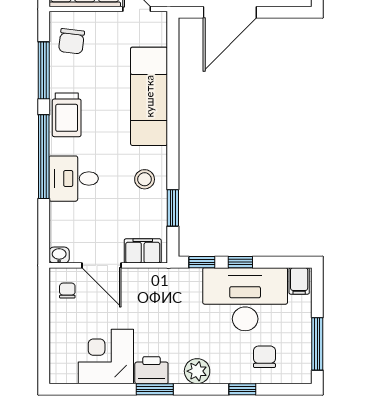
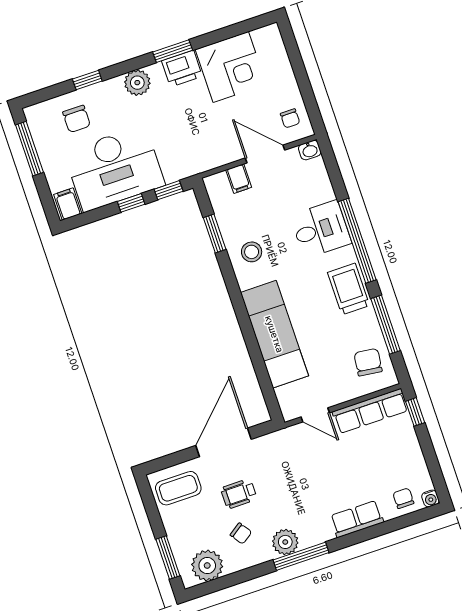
filing cabinet: (143, 251) -> (239, 179), width x0.50

